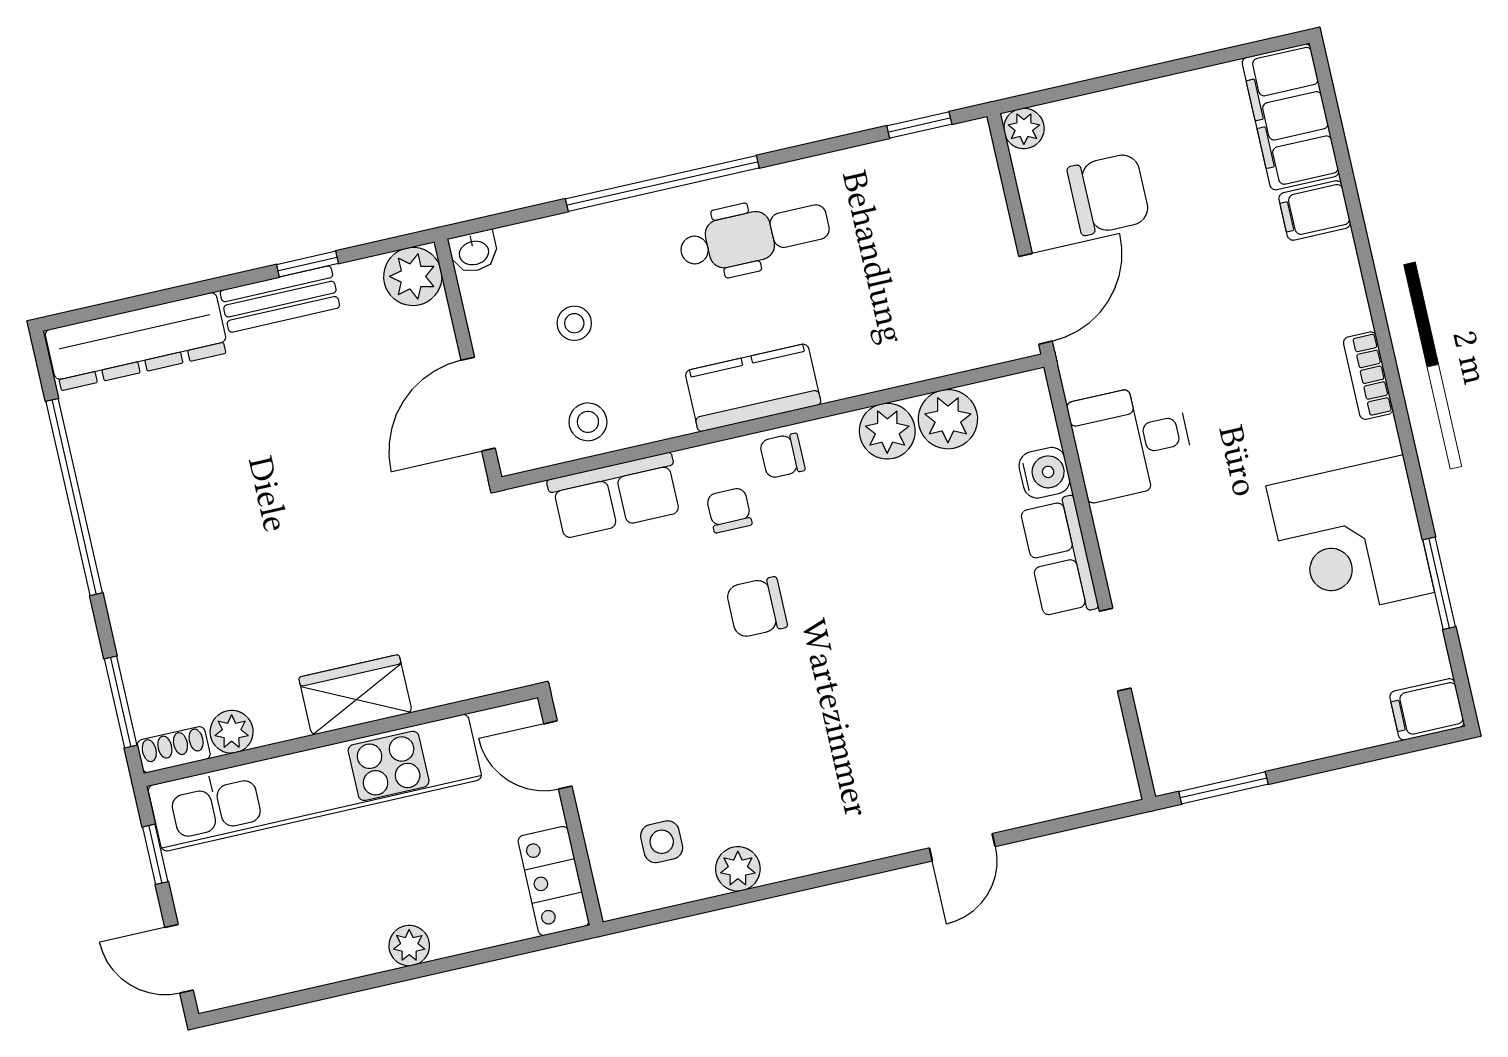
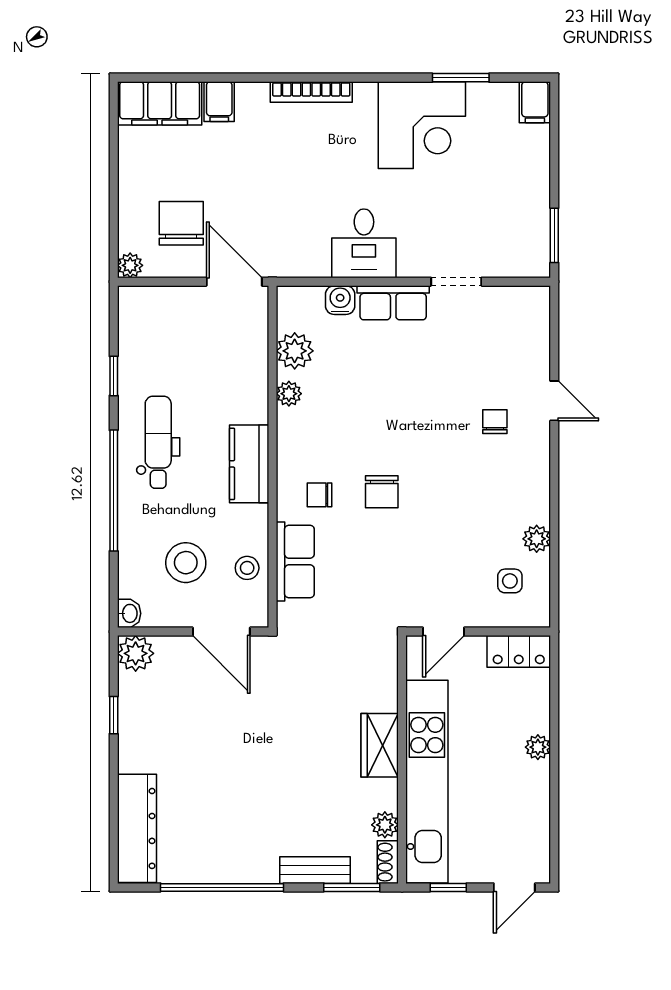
window: (919, 125) -> (114, 376), moved
bench: (280, 299) -> (315, 870), moved, turned 90
stool: (574, 323) -> (186, 563), width x1.89, depth x1.89
bookcase: (1368, 376) -> (311, 92), width x1.56
plant: (887, 431) -> (289, 394), width x0.73, depth x0.73
desk: (1132, 441) -> (364, 243), moved
chair: (782, 456) -> (495, 422), moved, turned 180

